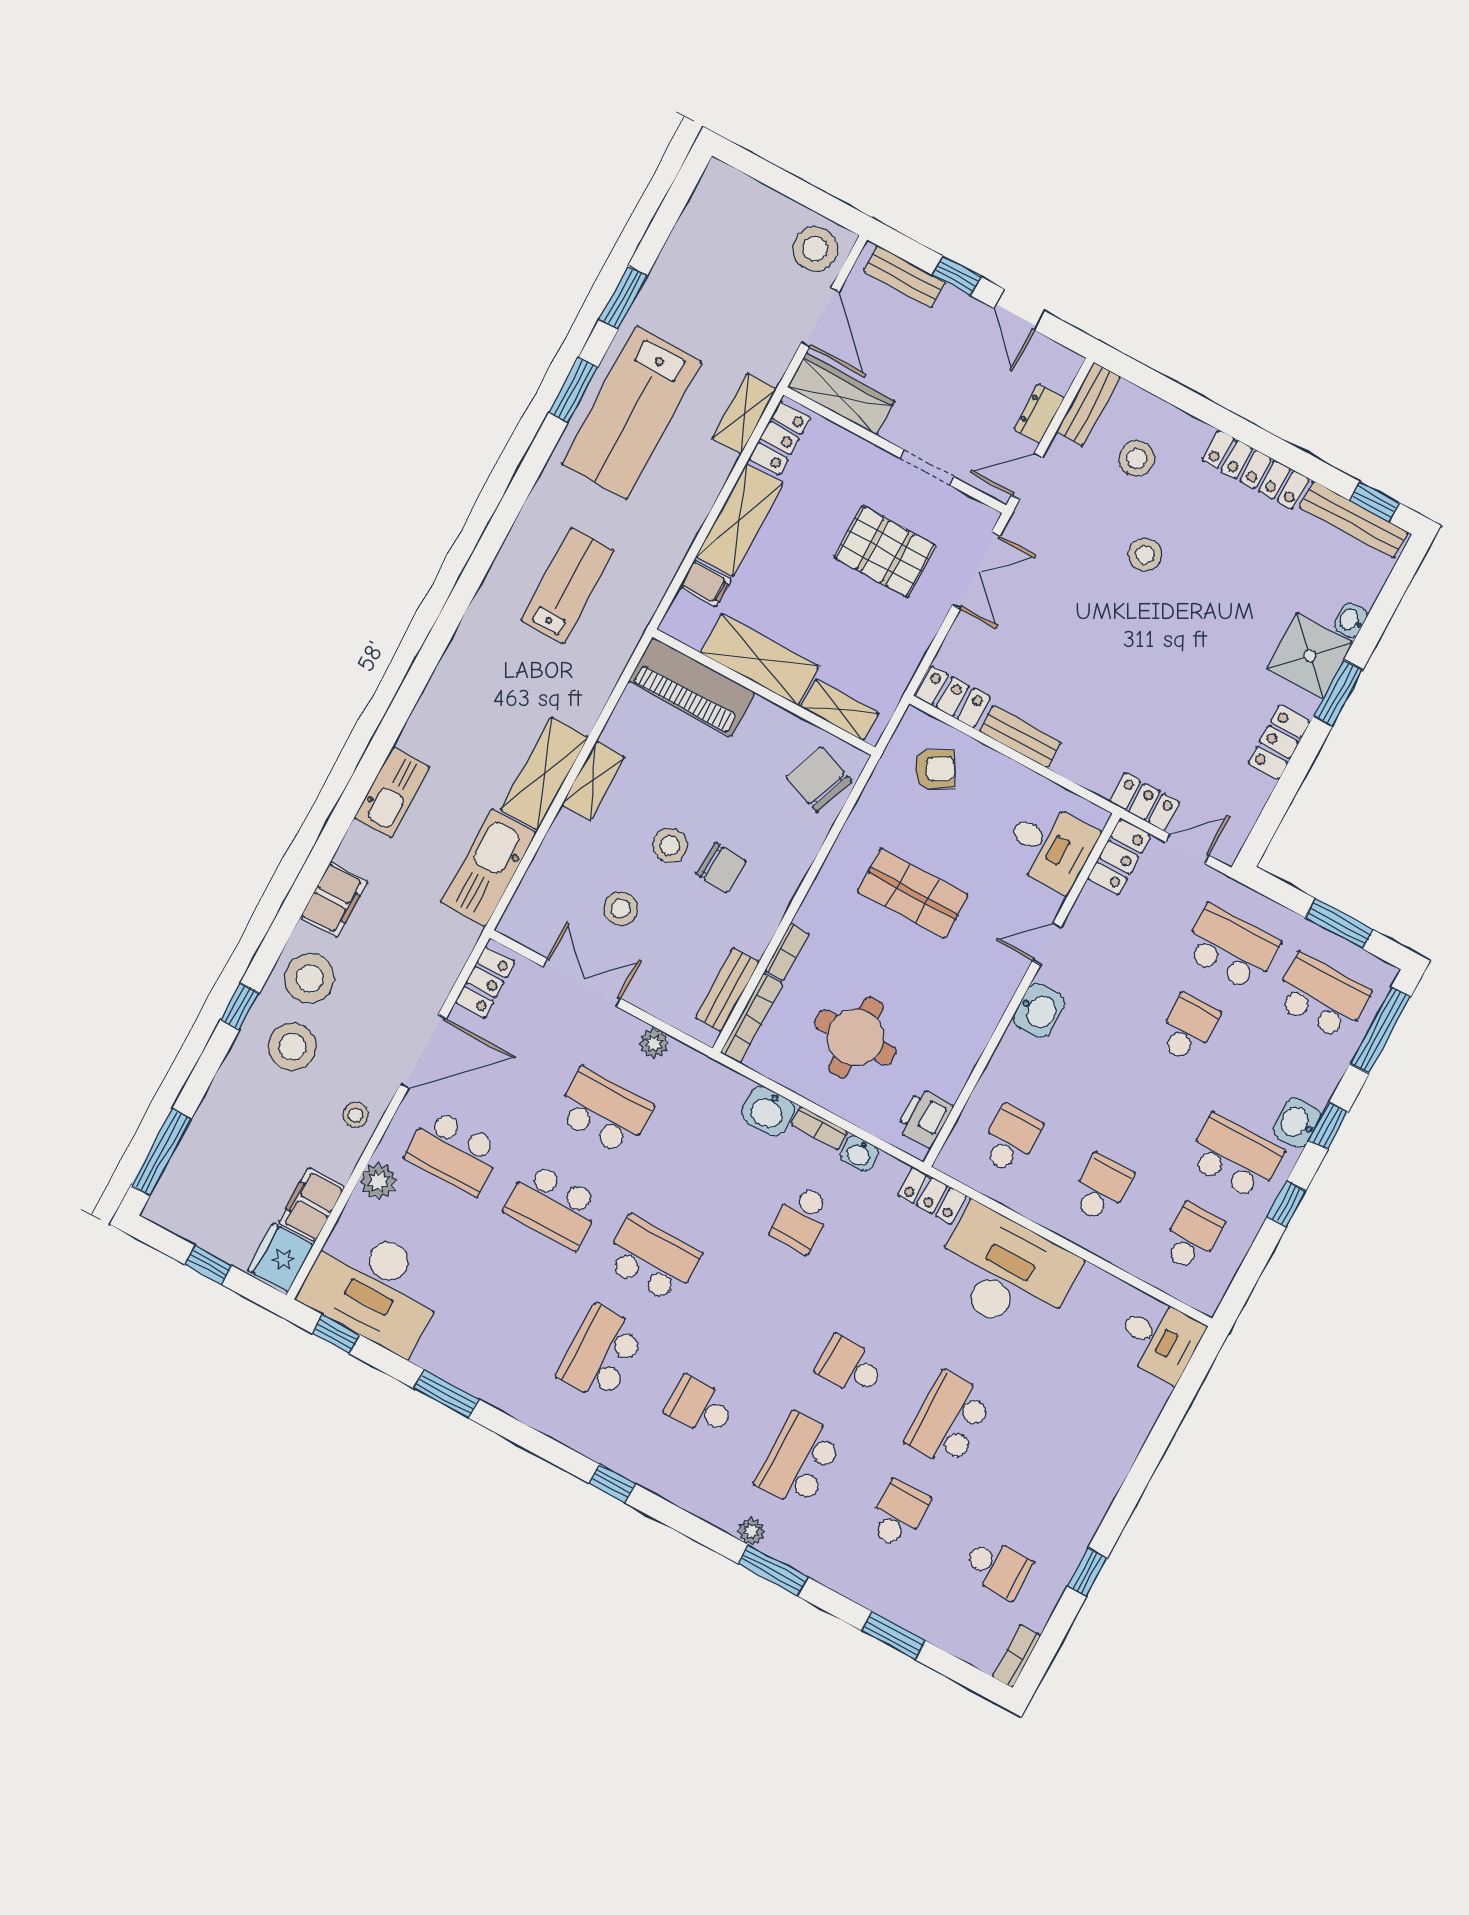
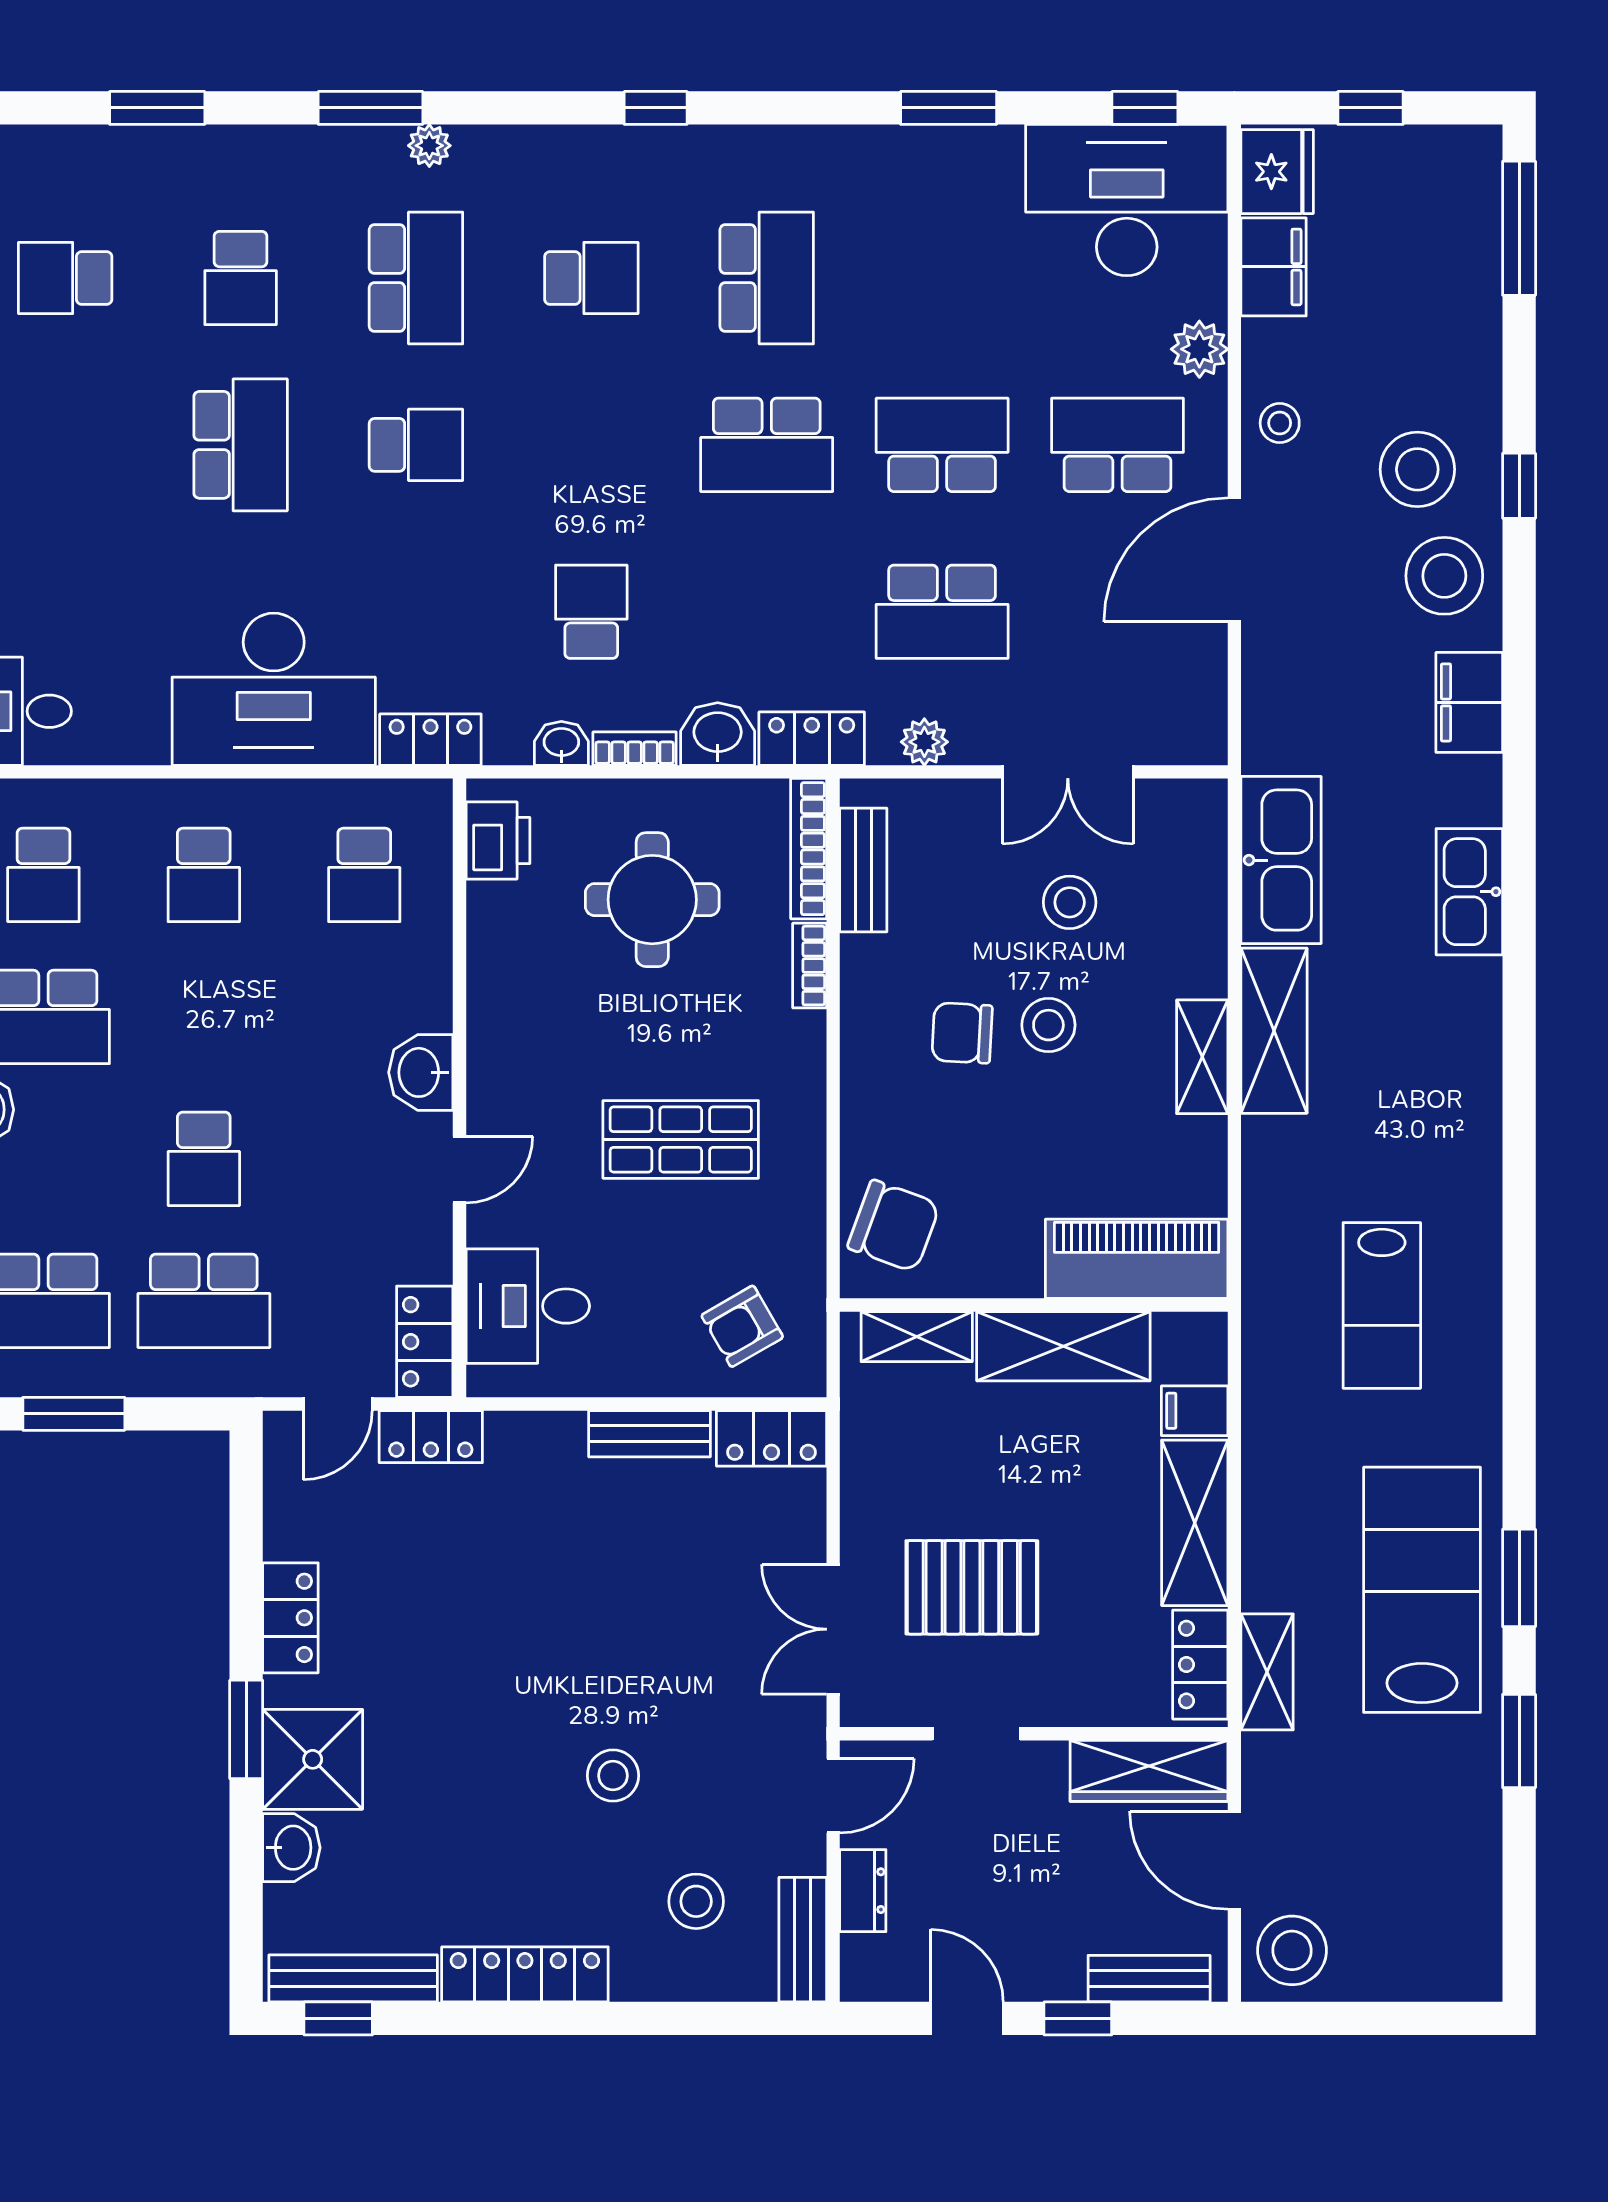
washbasin: (1351, 620) -> (291, 1848), width x1.38, depth x1.45
locker: (485, 982) -> (812, 739), moved, turned 90

